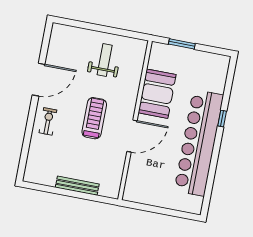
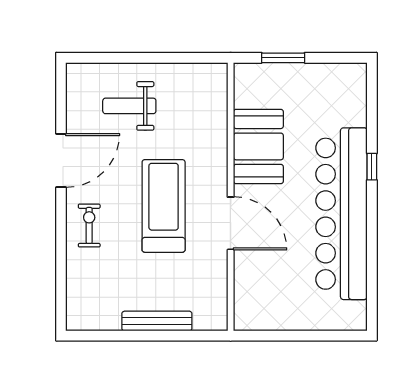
weight bench: (105, 60) -> (129, 106), moved, turned -90
treadmill: (94, 118) -> (164, 206), width x1.37, depth x1.38
door: (132, 136) -> (231, 223), hinge flipped

